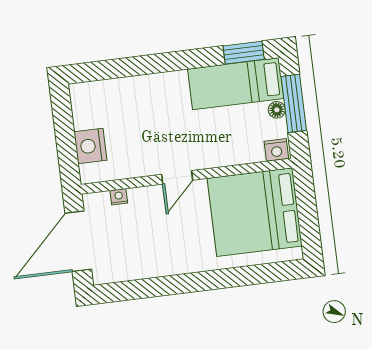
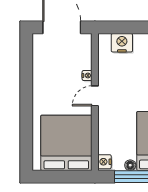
door: (177, 177) -> (95, 96), hinge flipped
nightstand: (119, 197) -> (87, 75), moved

